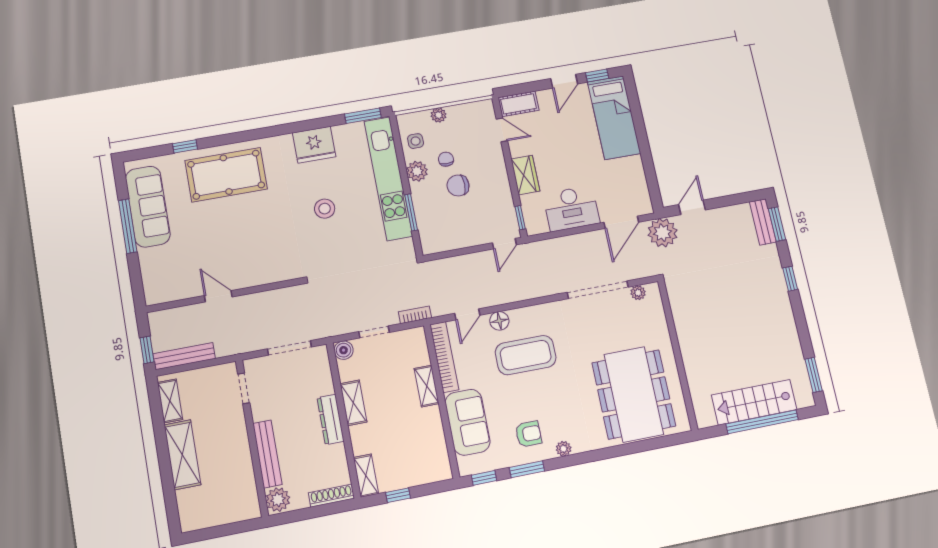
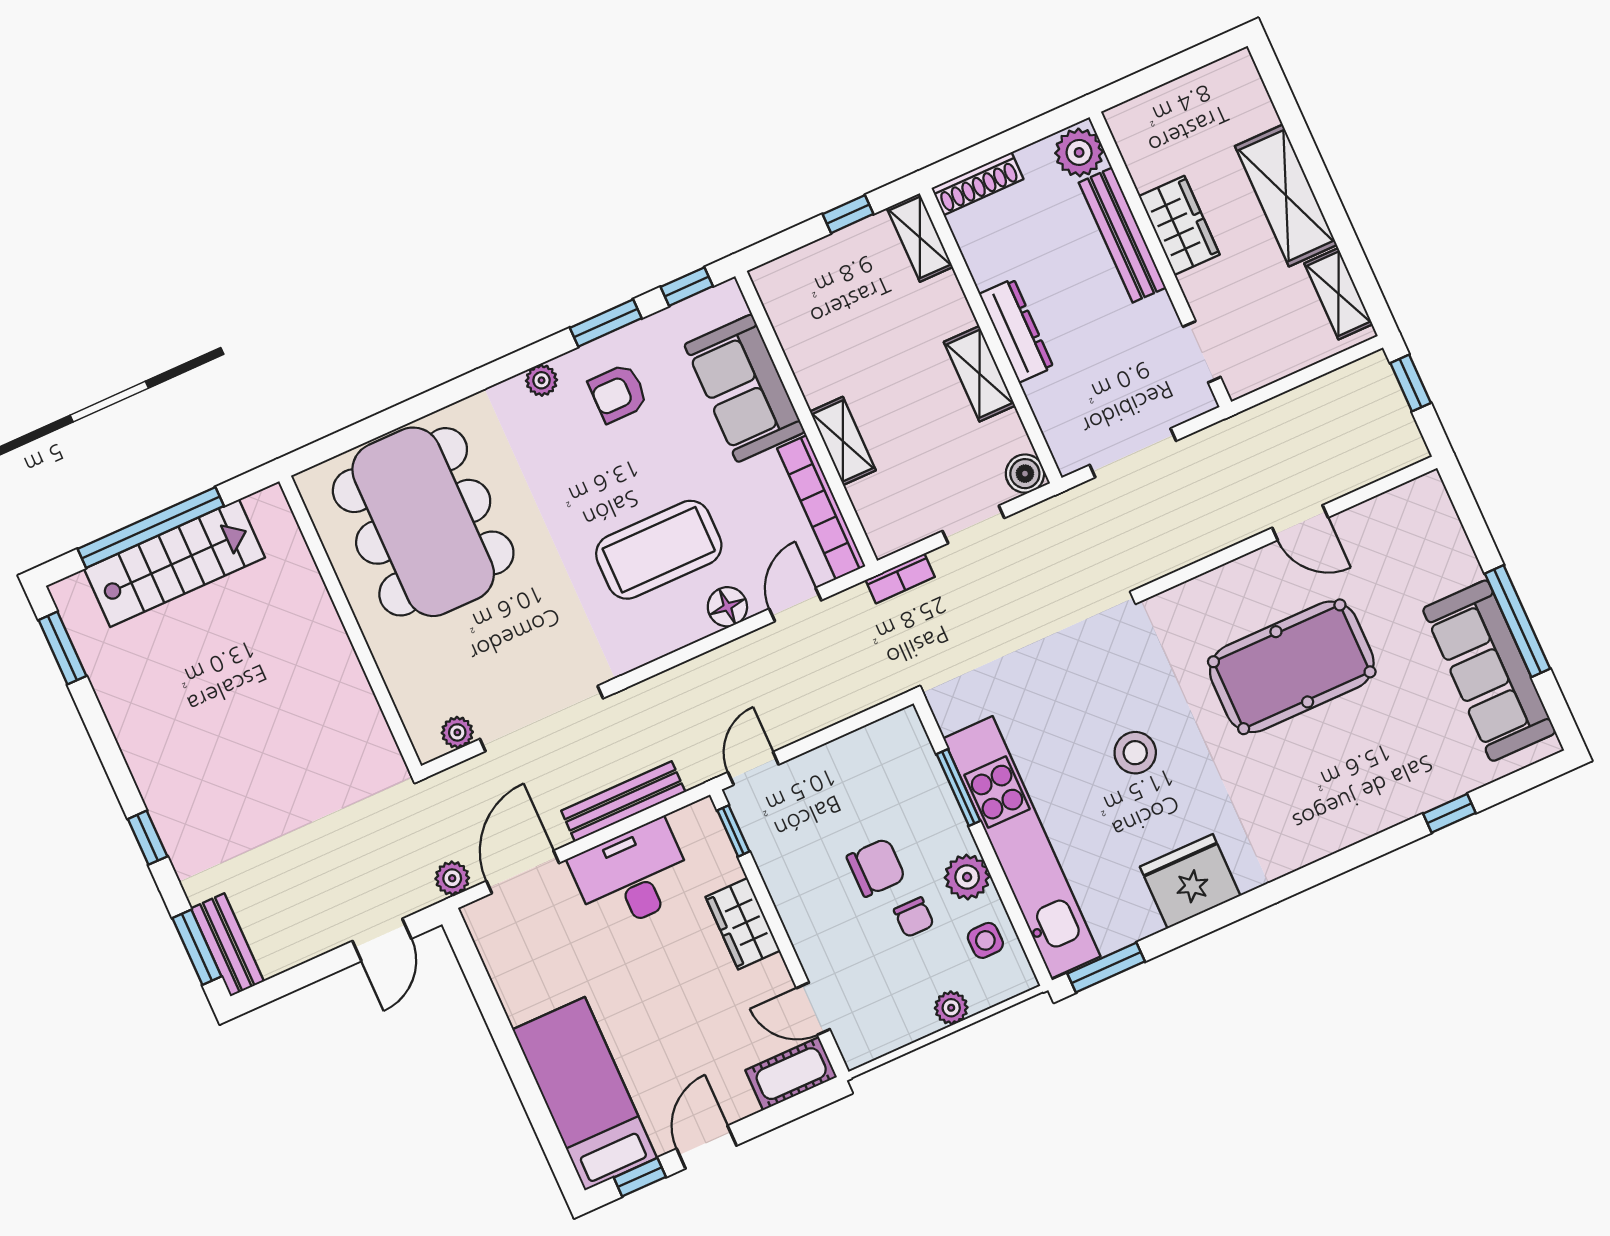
pool table: (226, 175) -> (1292, 667), moved
plant: (663, 233) -> (452, 878), width x0.53, depth x0.53
bench: (184, 356) -> (623, 801), moved
wardrobe: (238, 452) -> (1179, 225), added

